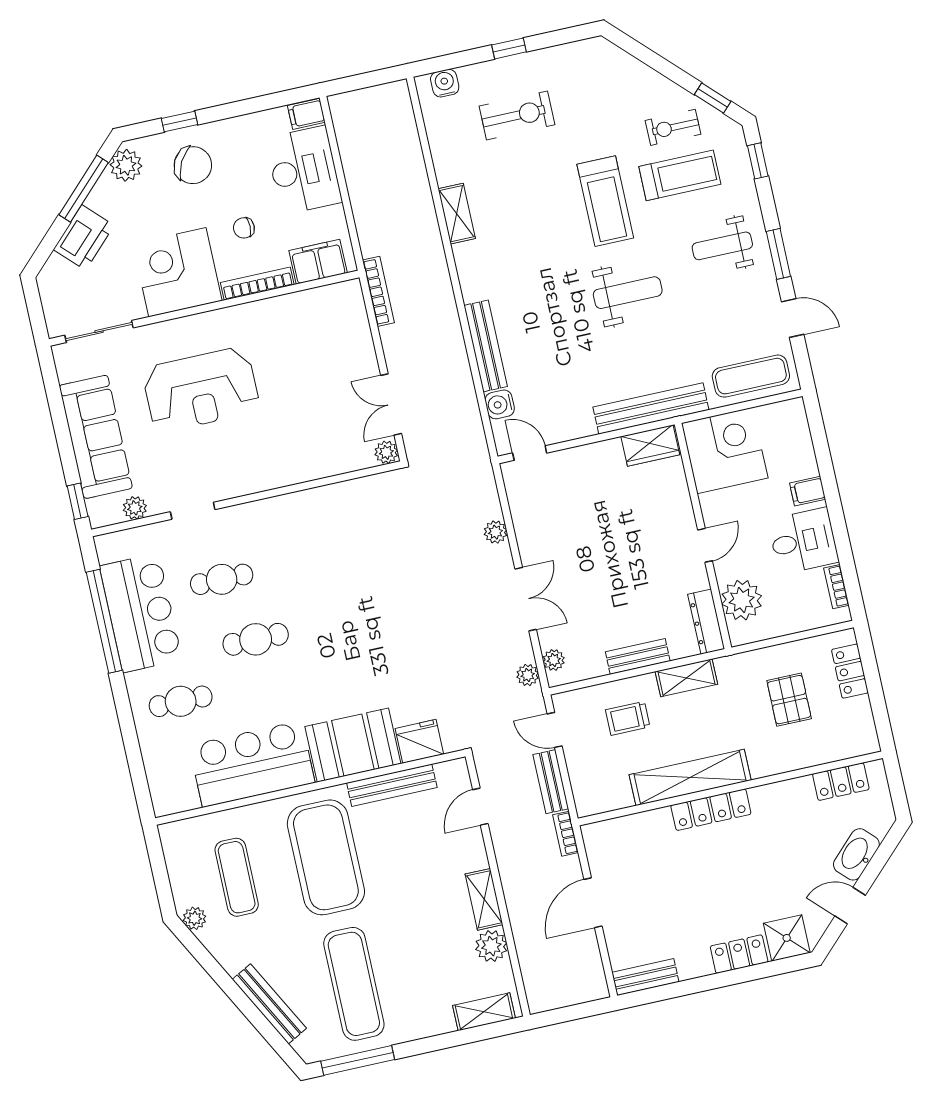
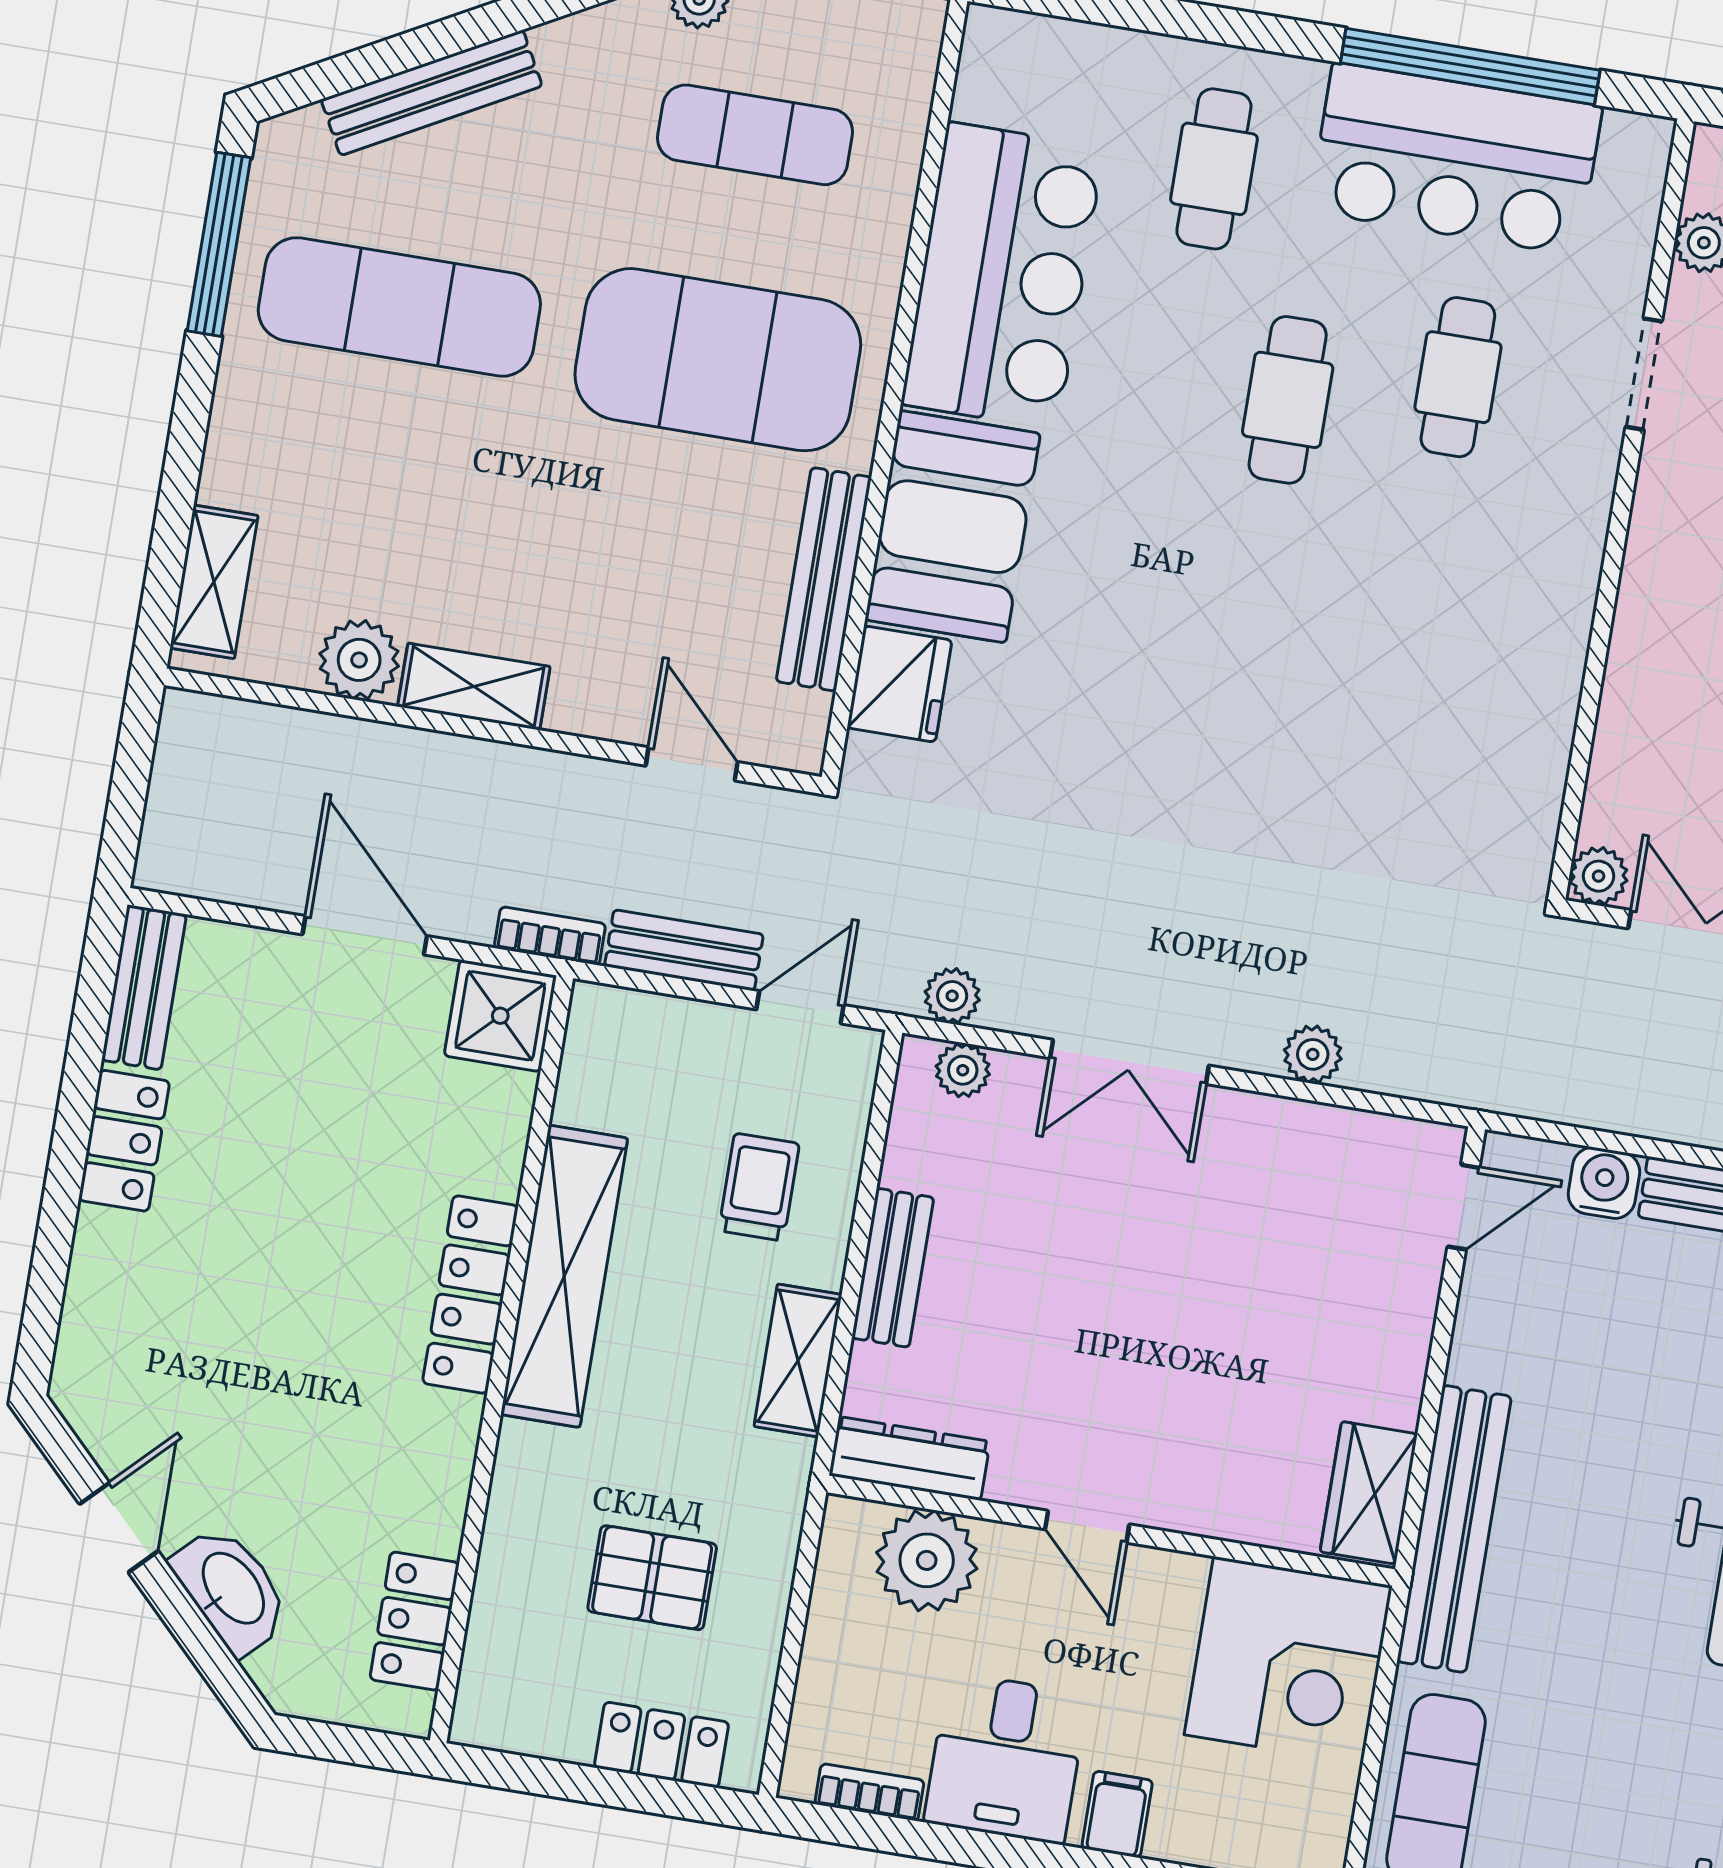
shower: (787, 938) -> (500, 1016), moved
locker: (739, 954) -> (124, 1141), moved

